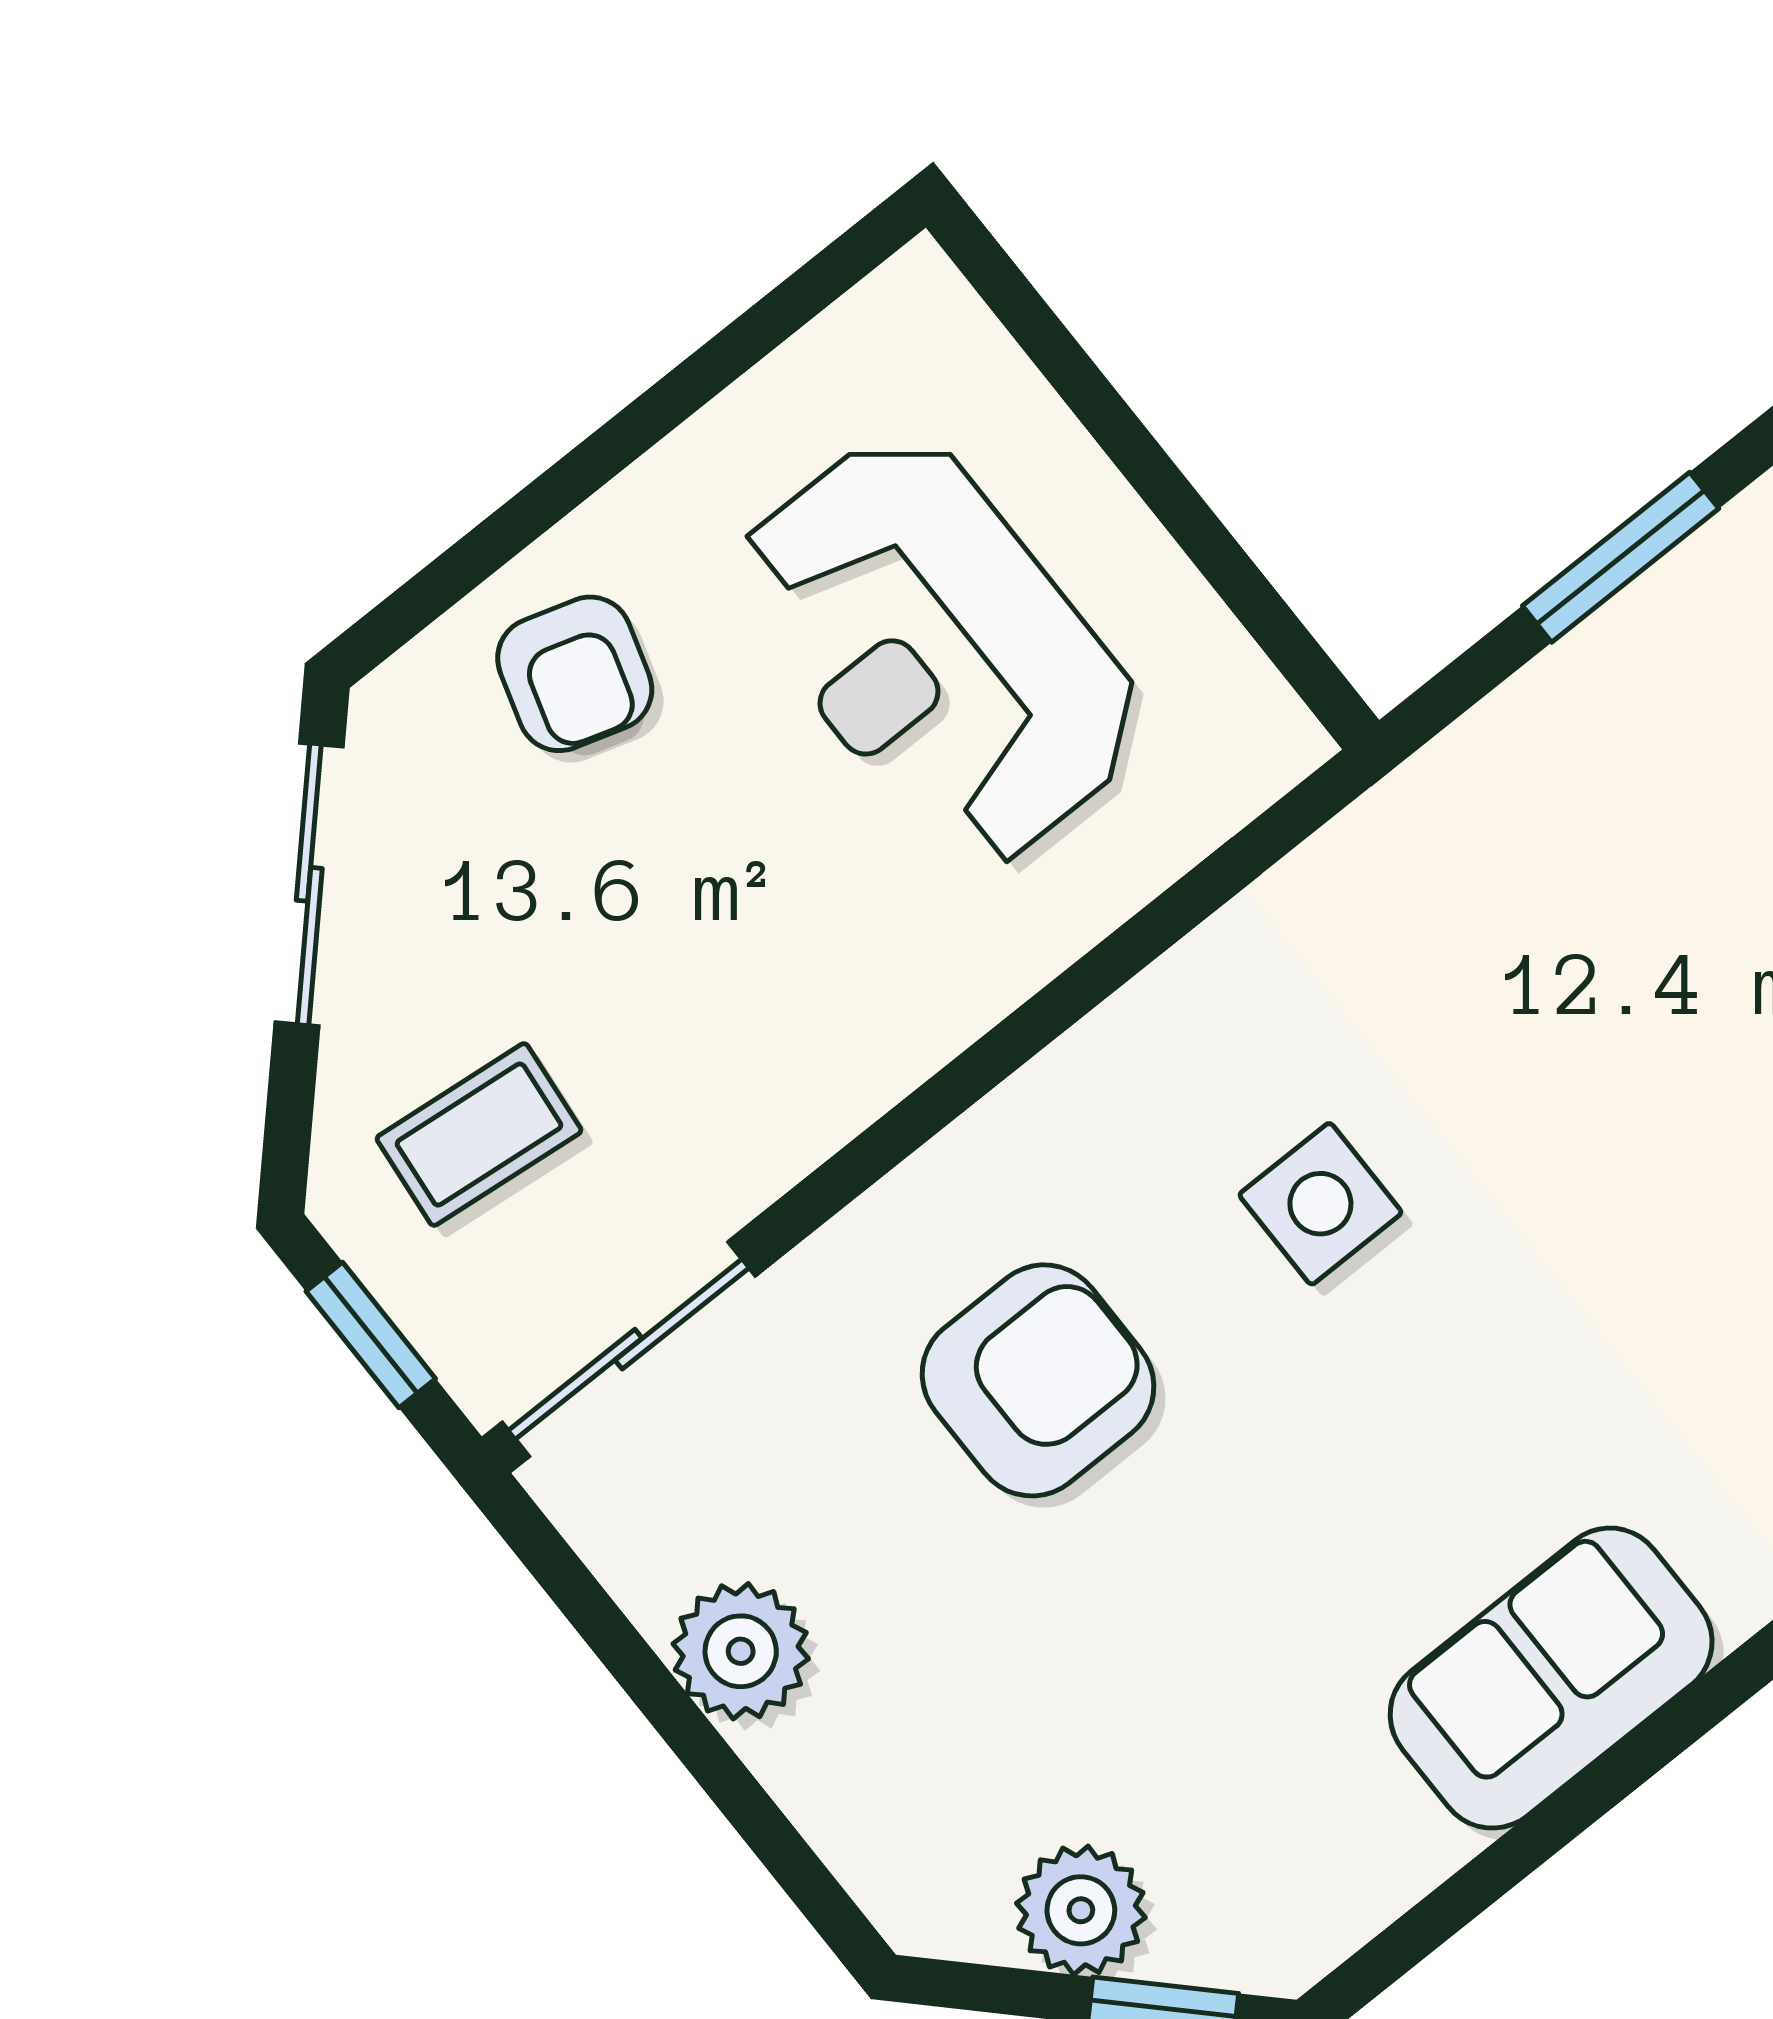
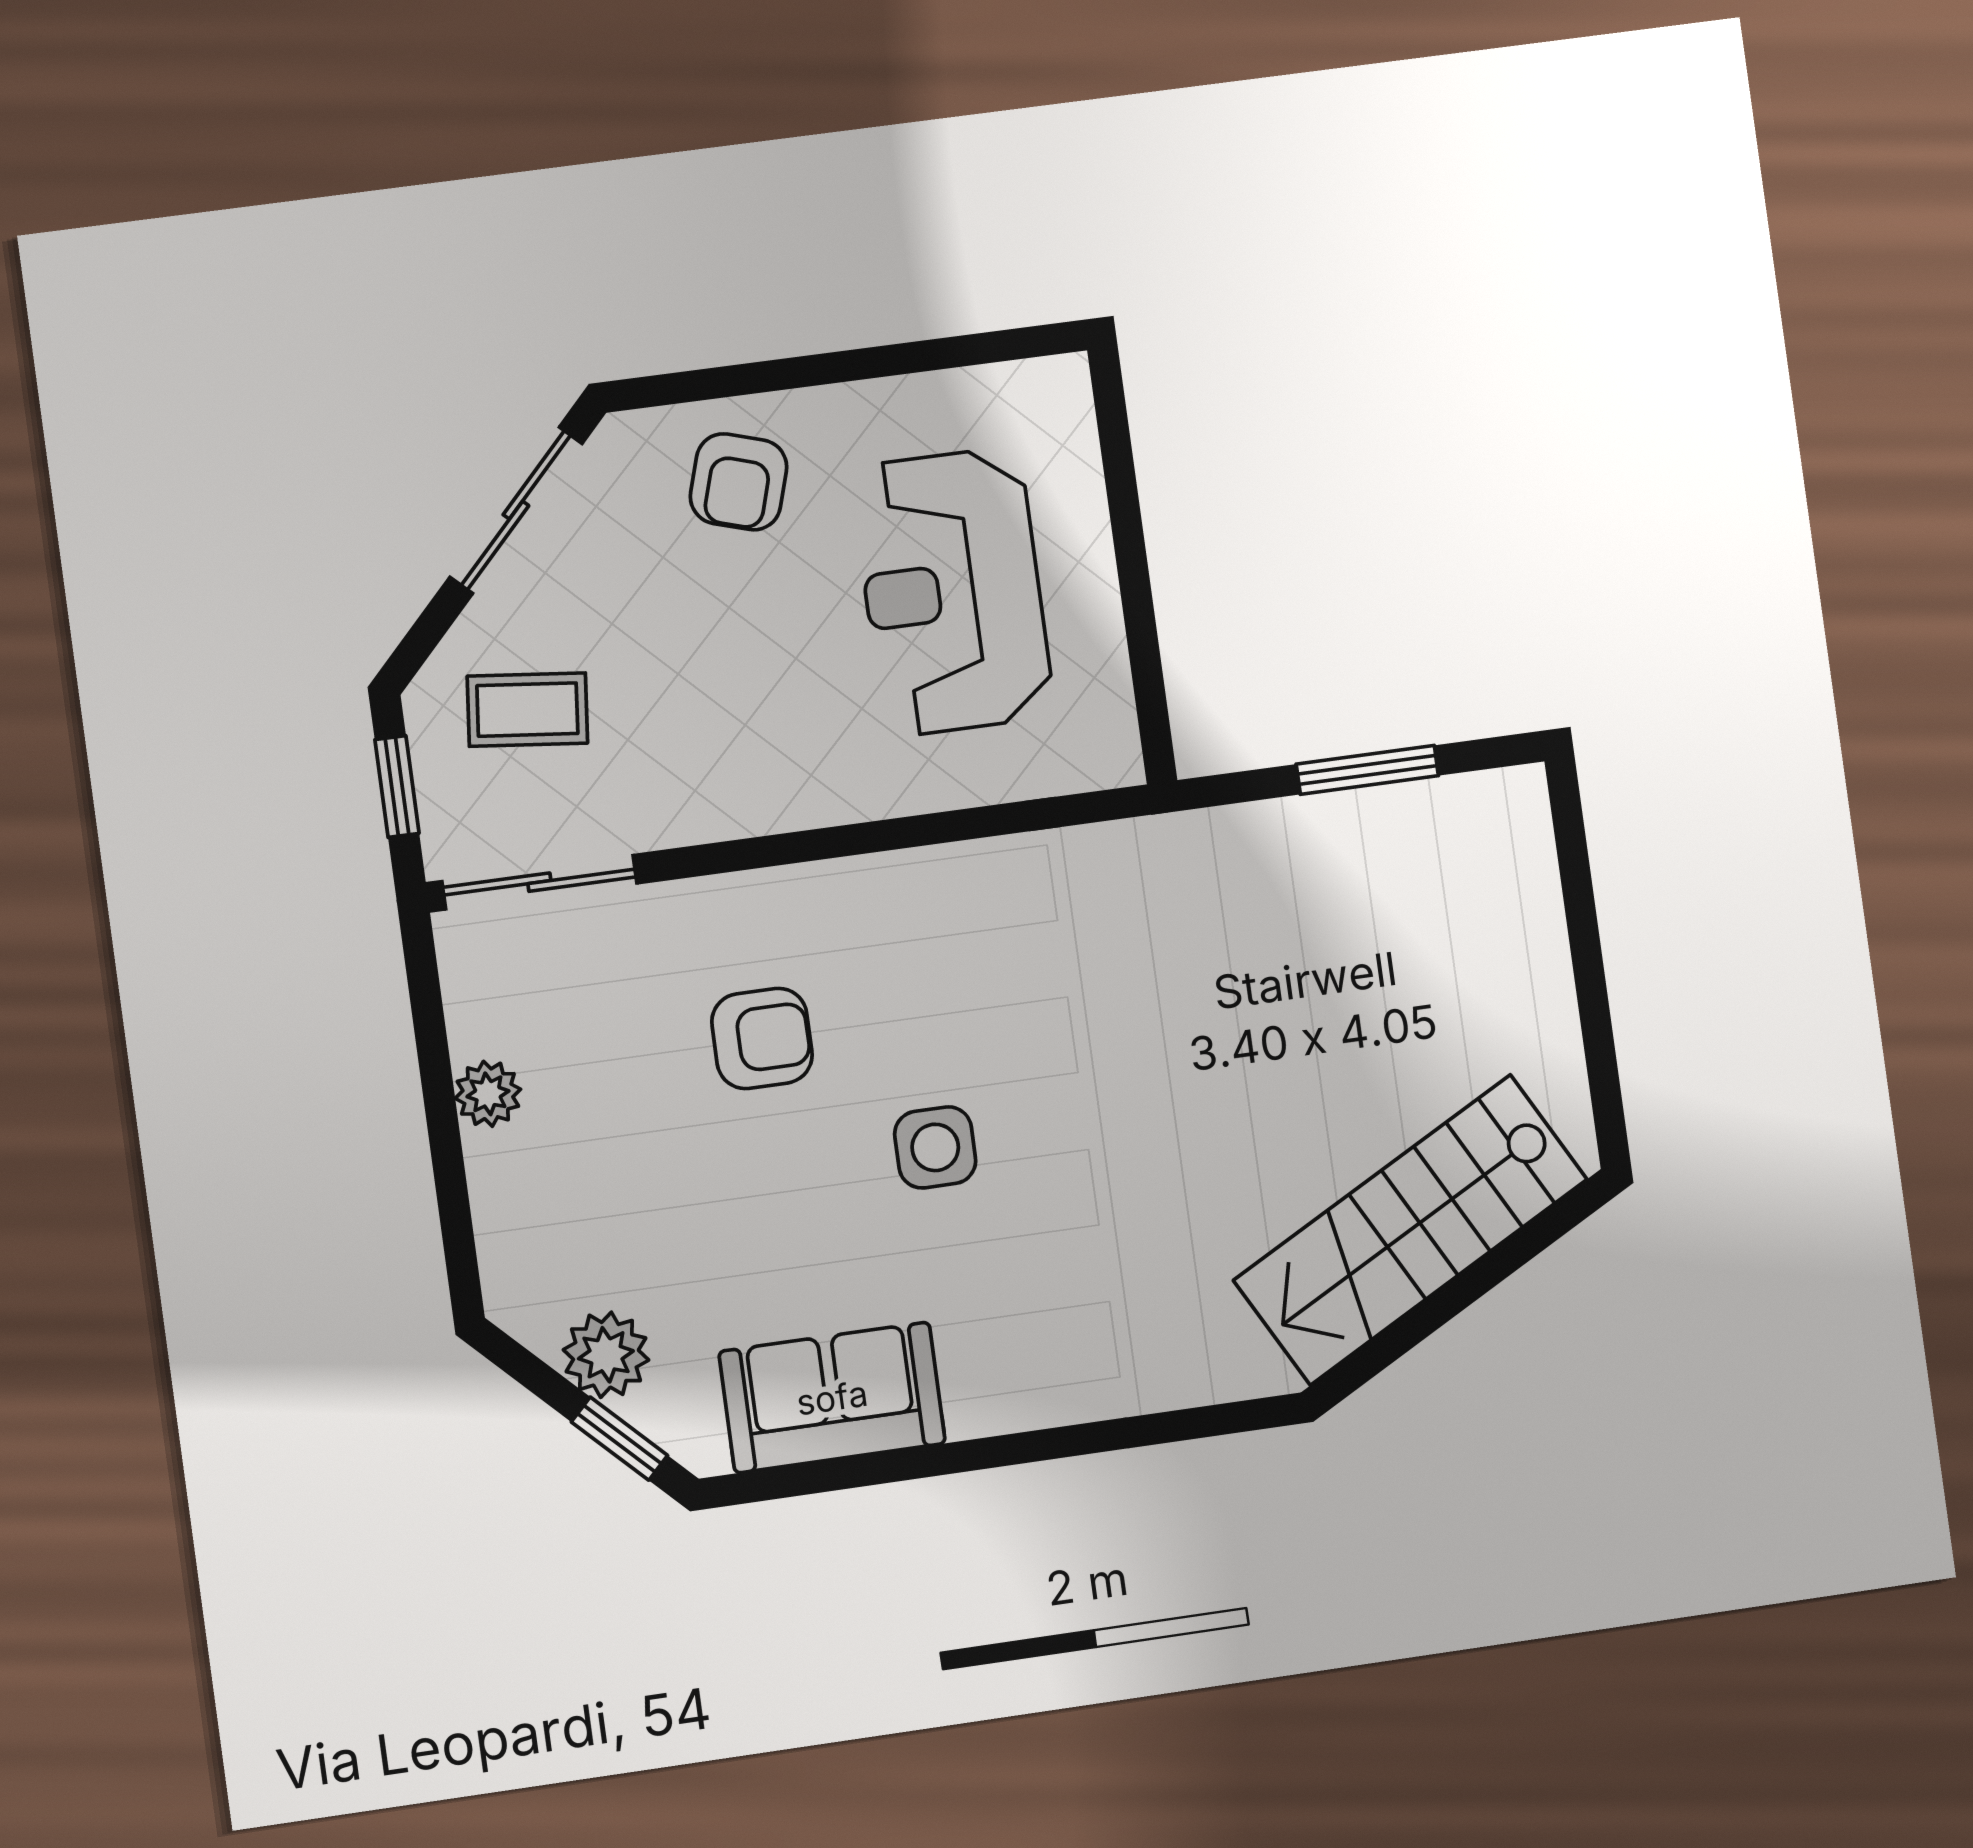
side table: (1320, 1204) -> (935, 1147), moved
armchair: (1038, 1380) -> (762, 1038), width x0.72, depth x0.72
plant: (741, 1651) -> (488, 1094), width x0.73, depth x0.73
sofa: (1551, 1678) -> (832, 1398), moved

